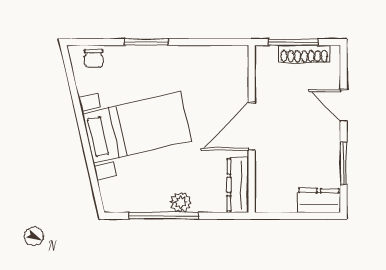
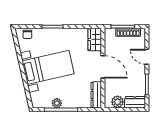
wardrobe: (235, 69) -> (95, 39), added
door: (252, 126) -> (103, 67), swing flipped
plant: (282, 200) -> (118, 102), added
plant: (181, 202) -> (57, 103), moved

